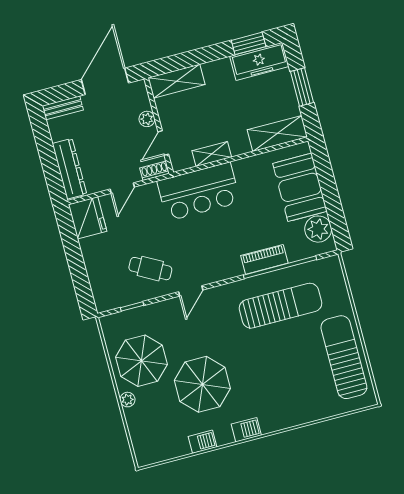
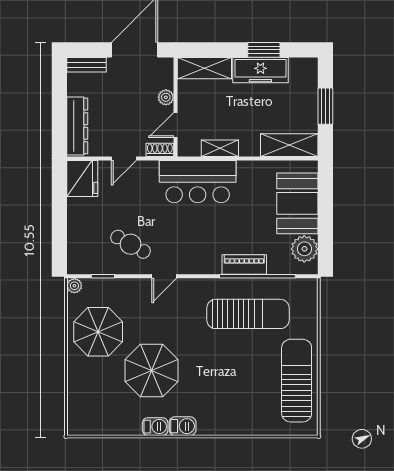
window: (249, 43) -> (264, 50), moved
freezer: (259, 61) -> (260, 70), moved
plant: (127, 400) -> (74, 286), moved
barbecue: (202, 442) -> (155, 427), moved

